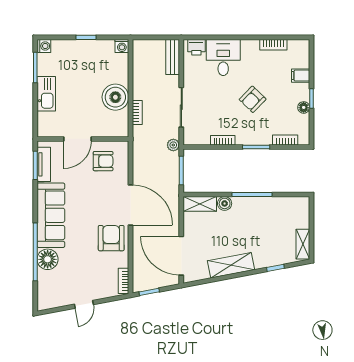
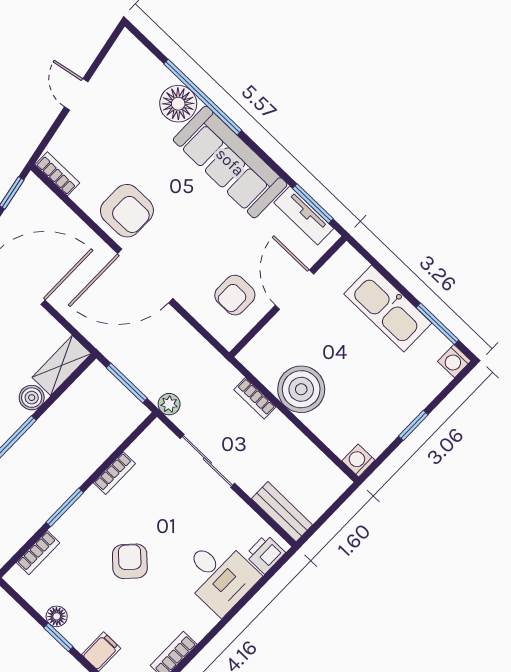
kitchen sink: (46, 94) -> (388, 308), width x1.36, depth x1.24

